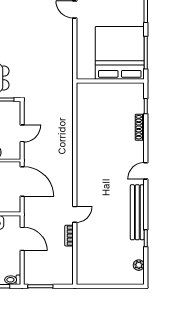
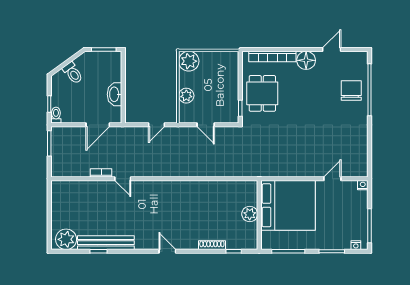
bed: (120, 53) -> (288, 205), moved
plant: (109, 90) -> (250, 214), added
door: (22, 181) -> (156, 125), width x0.53
bench: (137, 212) -> (106, 243), moved
plant: (139, 265) -> (66, 239), width x1.87, depth x1.87

